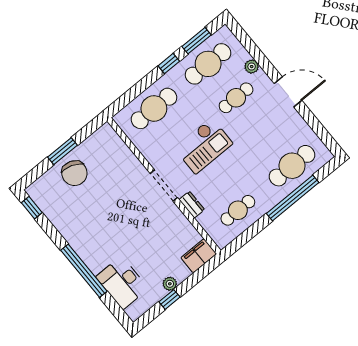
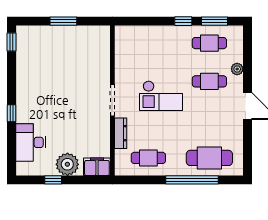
cafe table: (208, 64) -> (209, 43), width x0.73, depth x0.74
cafe table: (154, 108) -> (148, 43), removed
chair: (74, 173) -> (59, 43), removed
dresser: (192, 205) -> (121, 133), width x1.44
window: (84, 271) -> (12, 113), width x0.32
plant: (170, 284) -> (67, 164), width x1.88, depth x1.88

